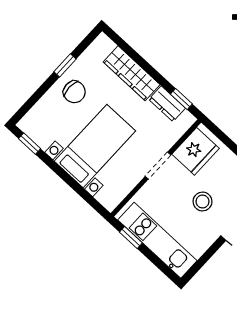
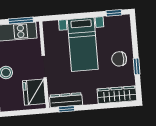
wardrobe: (132, 73) -> (117, 95), moved
dresser: (167, 104) -> (66, 100), width x1.44
window: (131, 237) -> (21, 20), width x1.50

